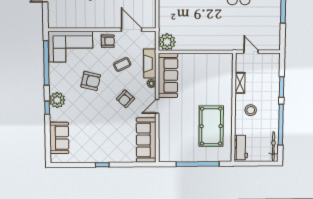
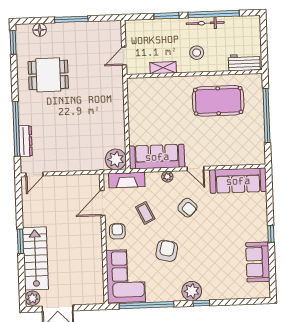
fireplace: (150, 64) -> (127, 180), moved
sofa: (59, 138) -> (258, 262), moved, turned -90
bicycle: (273, 147) -> (205, 23), moved

